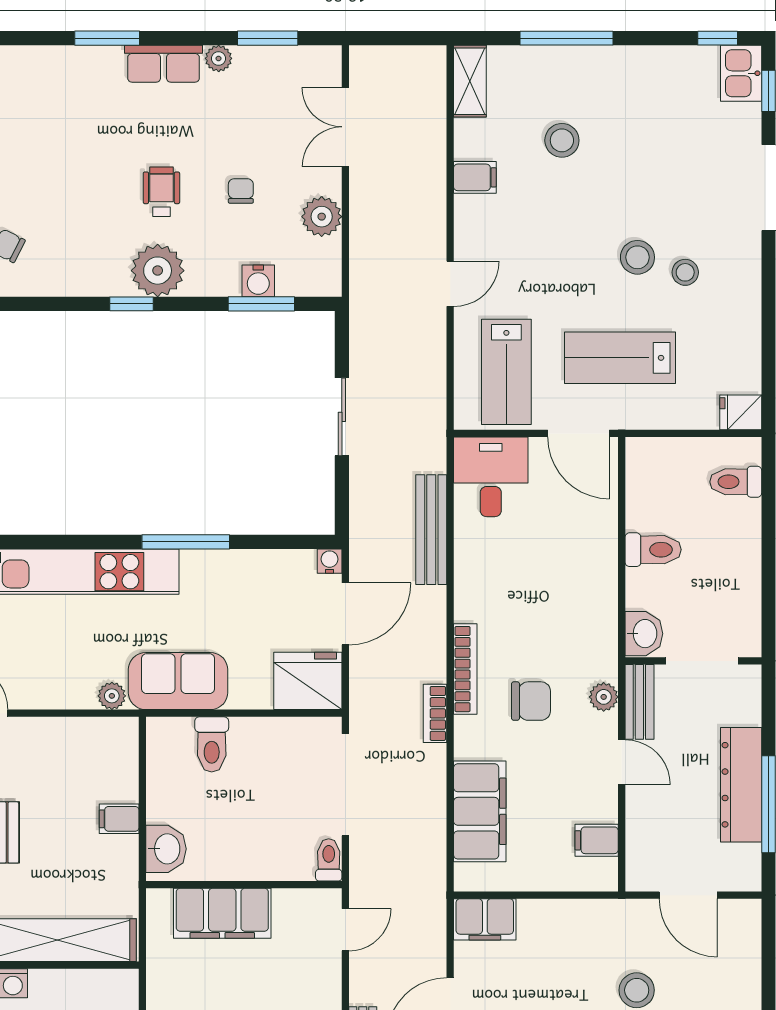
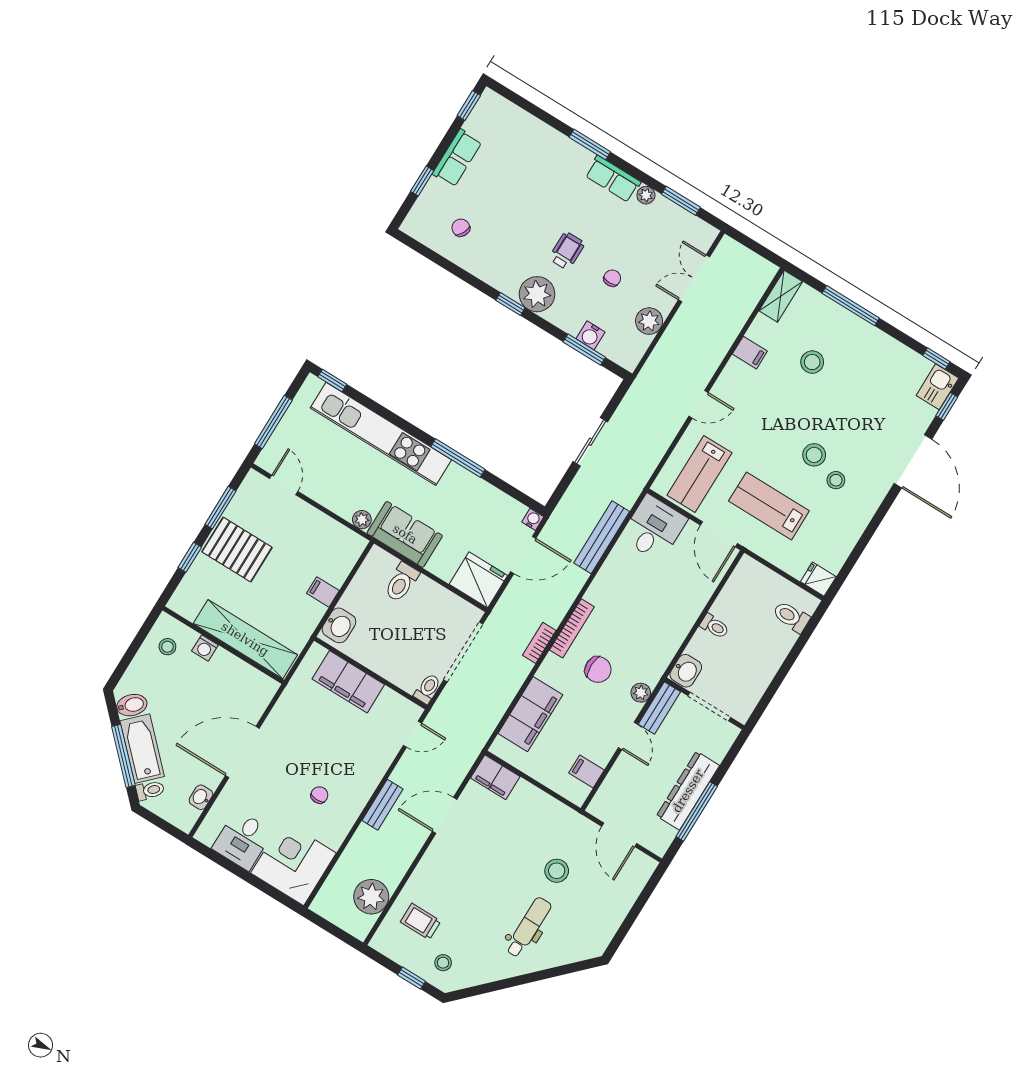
toilet: (653, 550) -> (714, 626), width x0.73, depth x0.72

